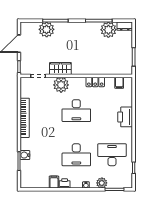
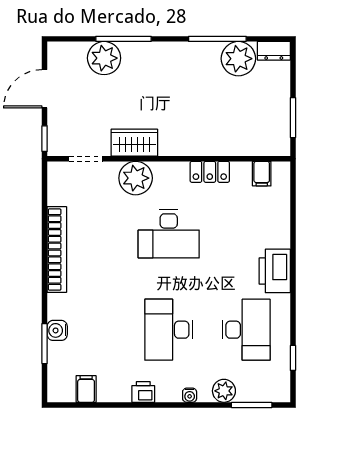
printer: (125, 117) -> (275, 271), moved
desk: (76, 155) -> (169, 330), turned 90
desk: (112, 155) -> (246, 330), turned 90
filing cabinet: (54, 182) -> (86, 389), moved

